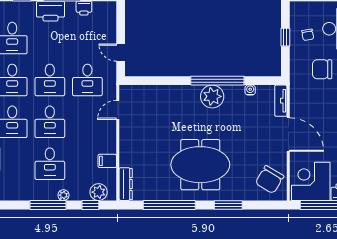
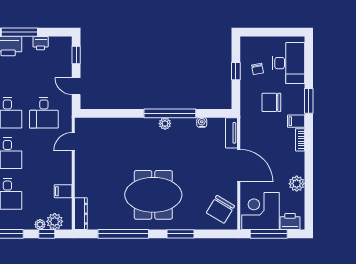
window: (121, 20) -> (76, 55), added
plant: (212, 96) -> (165, 124), width x0.53, depth x0.53
plant: (63, 195) -> (40, 224), moved

